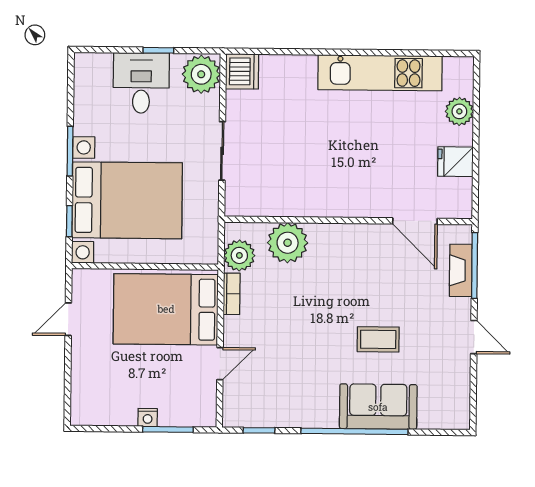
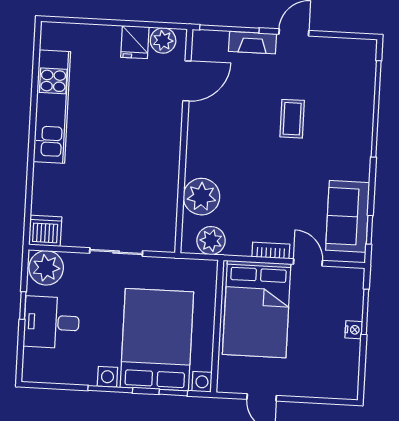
plant: (459, 111) -> (163, 40), moved
fireplace: (461, 270) -> (253, 43), moved
bookcase: (232, 294) -> (271, 250), moved
sofa: (378, 407) -> (348, 216), moved
window: (354, 431) -> (376, 109), moved

